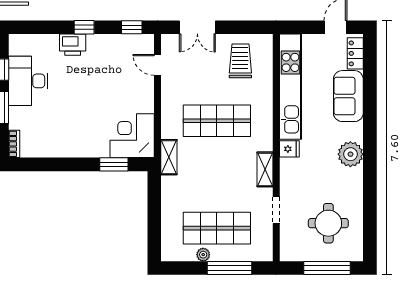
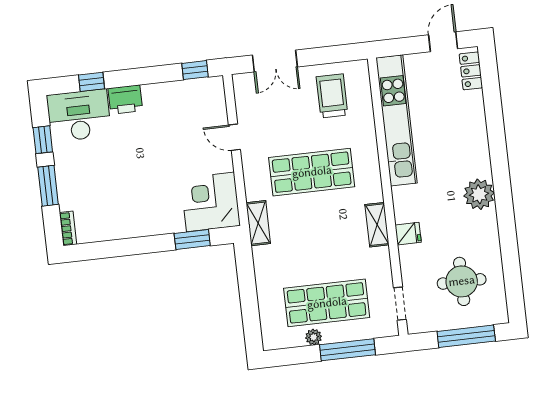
window: (84, 27) -> (92, 82), moved
door: (158, 65) -> (234, 137), moved
desk: (28, 81) -> (79, 115), moved, turned 90
sofa: (348, 96) -> (468, 124), removed
fridge: (289, 149) -> (408, 234), moved
doorway: (276, 210) -> (400, 304), moved

